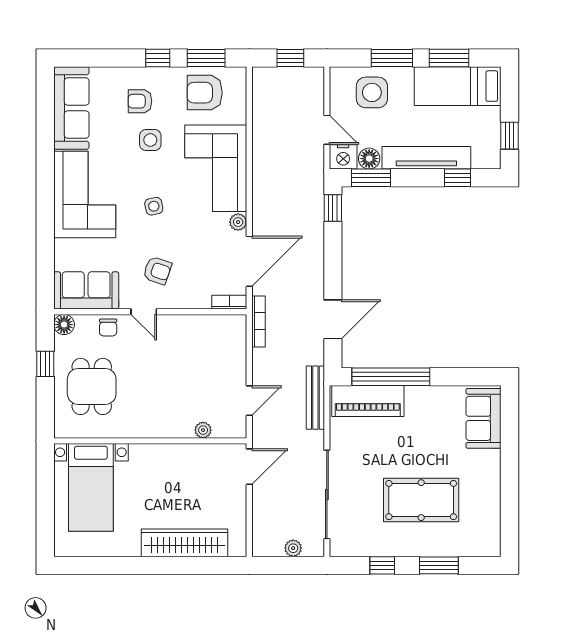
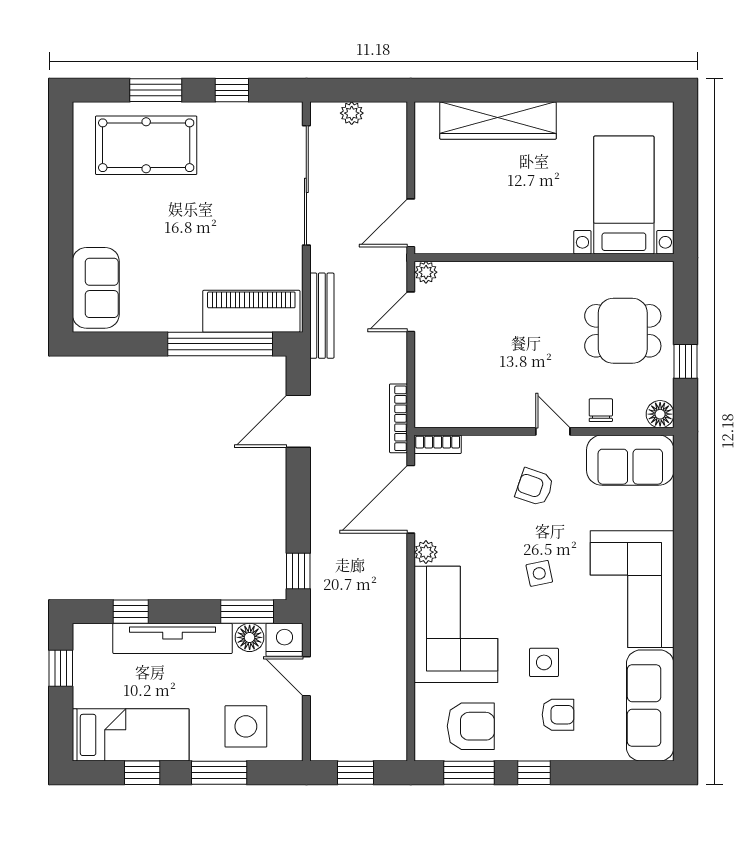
window: (449, 58) -> (142, 773), width x0.67
dining table: (92, 386) -> (623, 331), turned 90
plant: (203, 430) -> (426, 272), moved
pool table: (421, 500) -> (146, 145), moved

